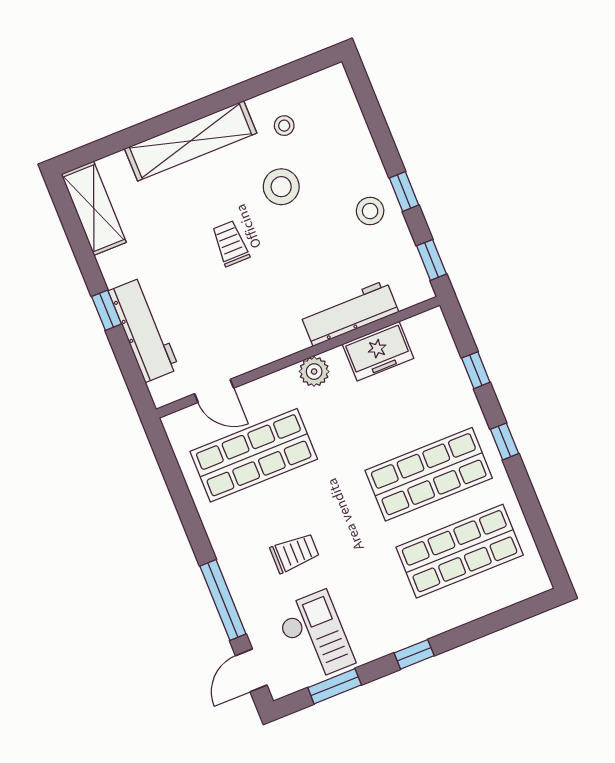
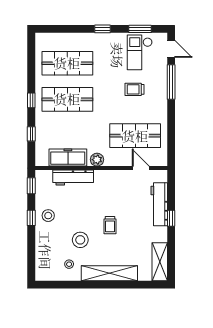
freezer: (378, 351) -> (68, 157), width x1.40
door: (251, 670) -> (171, 49), hinge flipped

